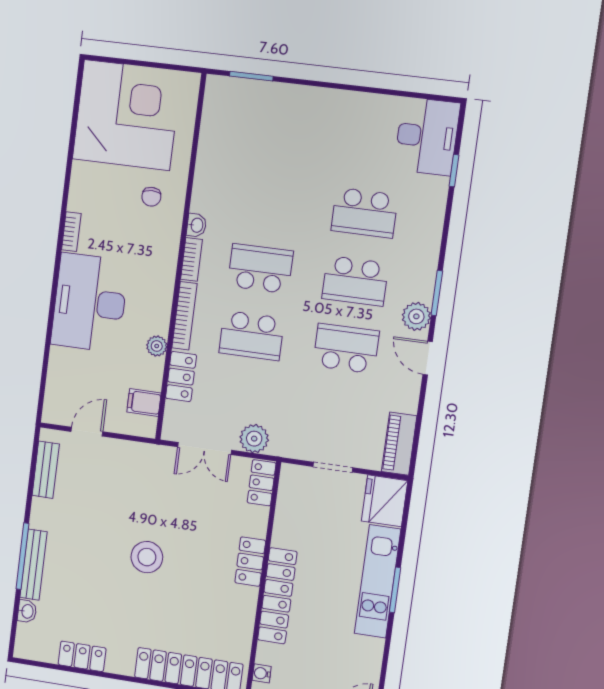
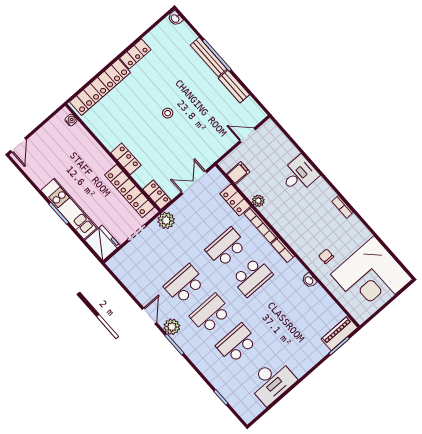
desk: (427, 136) -> (272, 382), moved, turned -90
washbasin: (196, 225) -> (309, 280), moved
desk: (90, 303) -> (299, 175), width x0.53, depth x0.77
school desk: (346, 348) -> (184, 284), turned 180
door: (428, 358) -> (149, 316), hinge flipped
door: (87, 432) -> (248, 135), swing flipped
plant: (254, 439) -> (166, 220), moved
piano: (399, 444) -> (339, 333), moved, turned -90
bench: (46, 470) -> (234, 86), moved
stool: (147, 557) -> (168, 113), width x0.53, depth x0.53
locker: (277, 596) -> (129, 191), moved
washbasin: (27, 611) -> (175, 18), moved
locker: (82, 656) -> (135, 54), moved

